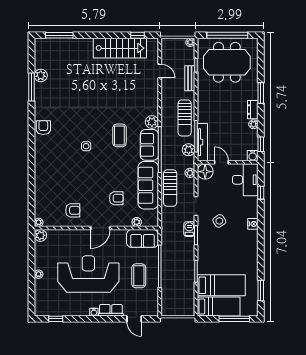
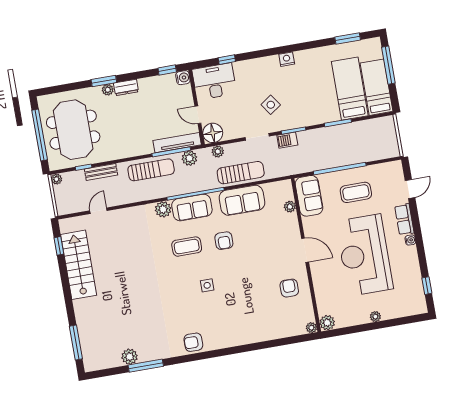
plant: (253, 124) -> (108, 90), moved
door: (221, 162) -> (198, 115), hinge flipped
sofa: (148, 185) -> (242, 200), width x0.73
armchair: (116, 198) -> (224, 241), moved, turned 180
nightstand: (253, 224) -> (287, 59), moved

